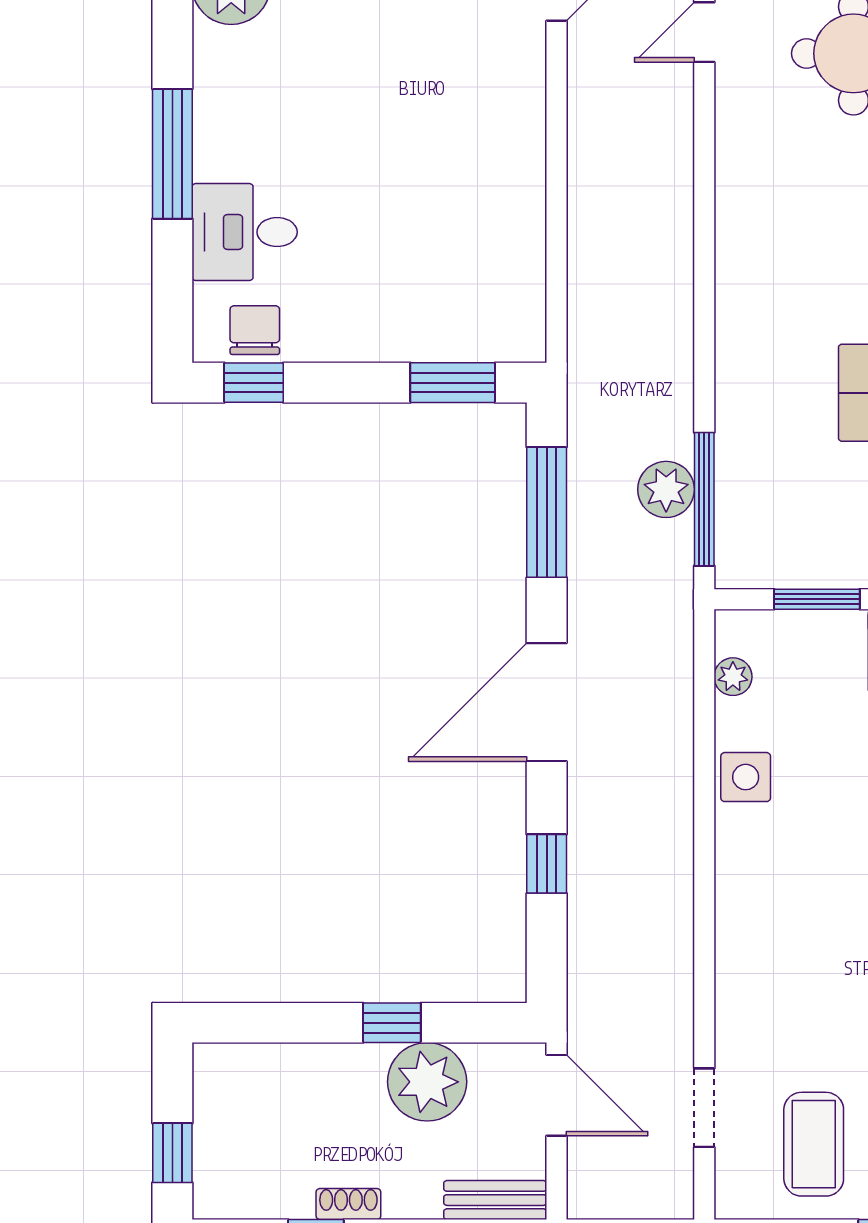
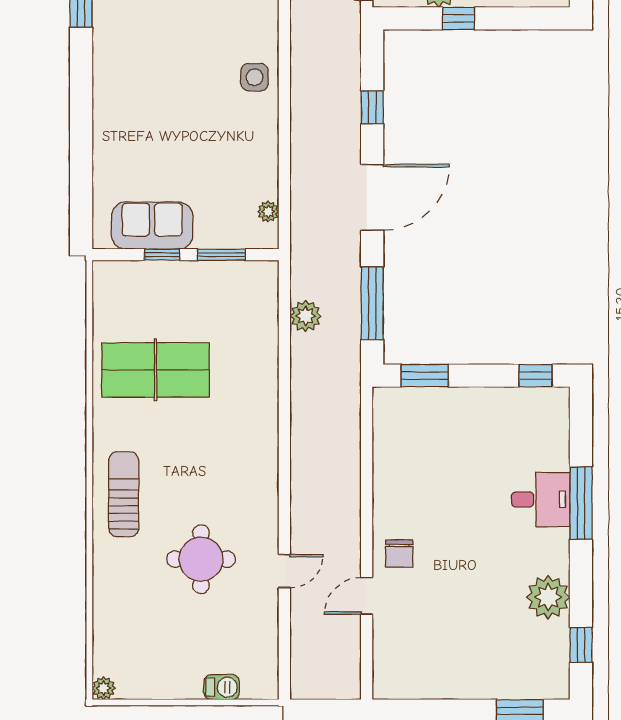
desk: (245, 232) -> (541, 499), moved
chair: (255, 330) -> (399, 554), moved
window: (704, 499) -> (284, 311), removed
side table: (746, 777) -> (255, 77), moved

